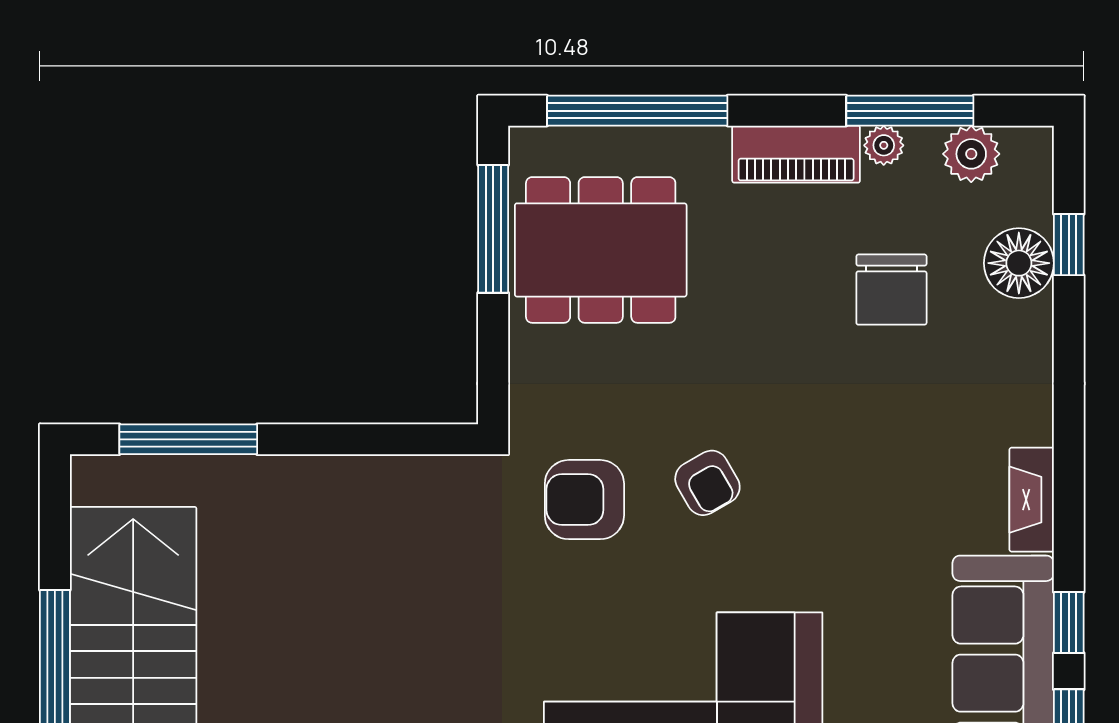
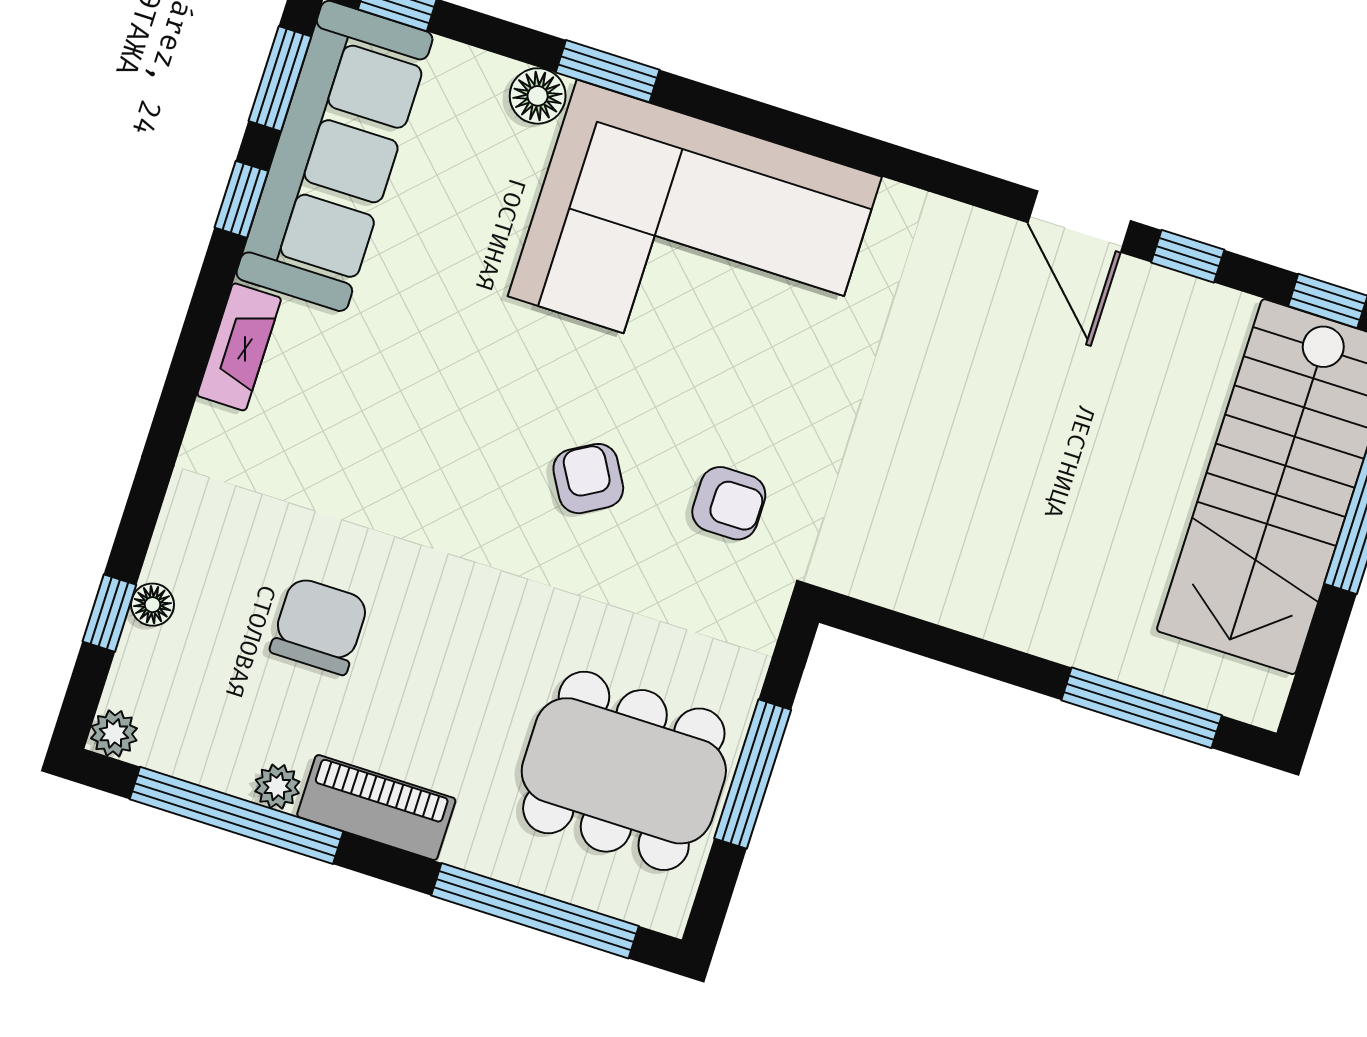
window: (910, 111) -> (237, 815), width x1.46
plant: (971, 154) -> (114, 733), moved, width x0.73, depth x0.73
window: (493, 229) -> (753, 774), moved
floor lamp: (1019, 263) -> (153, 605), width x0.53, depth x0.53
armchair: (584, 500) -> (729, 503), width x0.72, depth x0.72

